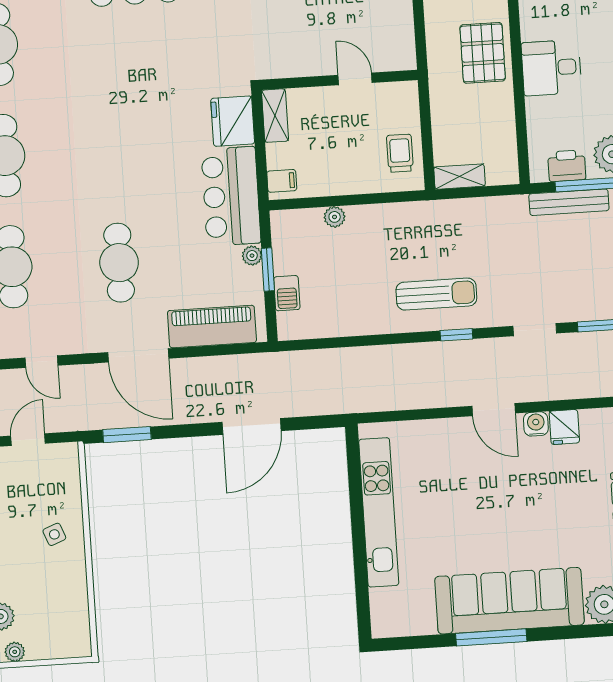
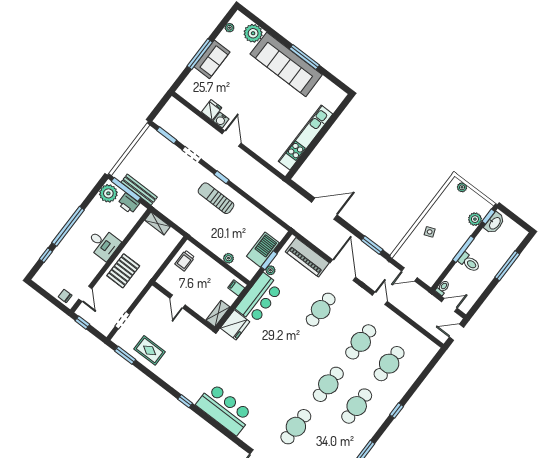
shelving: (460, 177) -> (157, 223), moved
barbecue: (287, 293) -> (263, 250), width x1.88, depth x1.53
plant: (15, 652) -> (462, 187), moved

